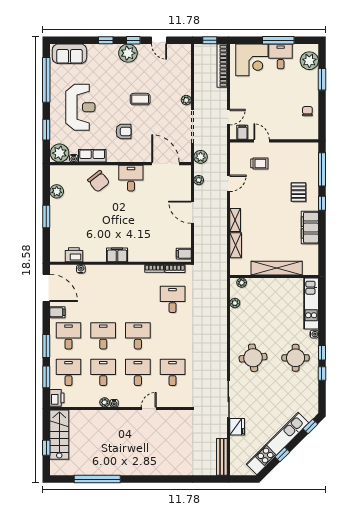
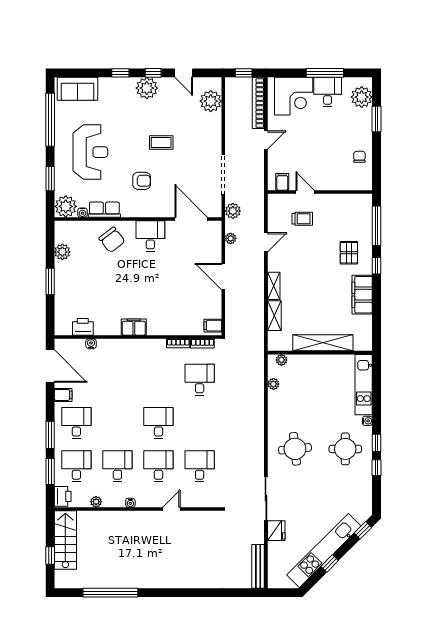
plant: (186, 100) -> (211, 101), moved, width x1.87, depth x1.87
door: (229, 117) -> (266, 140), moved
desk: (103, 336) -> (117, 423), removed
plant: (105, 402) -> (96, 502), moved

